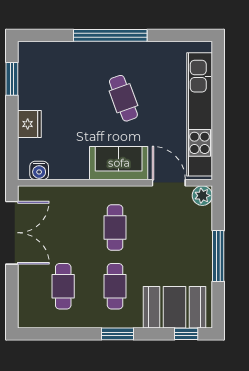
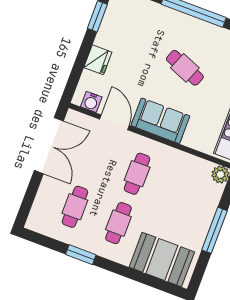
cafe table: (123, 98) -> (185, 68), turned -48
door: (169, 183) -> (114, 122), moved
window: (118, 334) -> (81, 255), moved
window: (186, 334) -> (163, 286), removed

